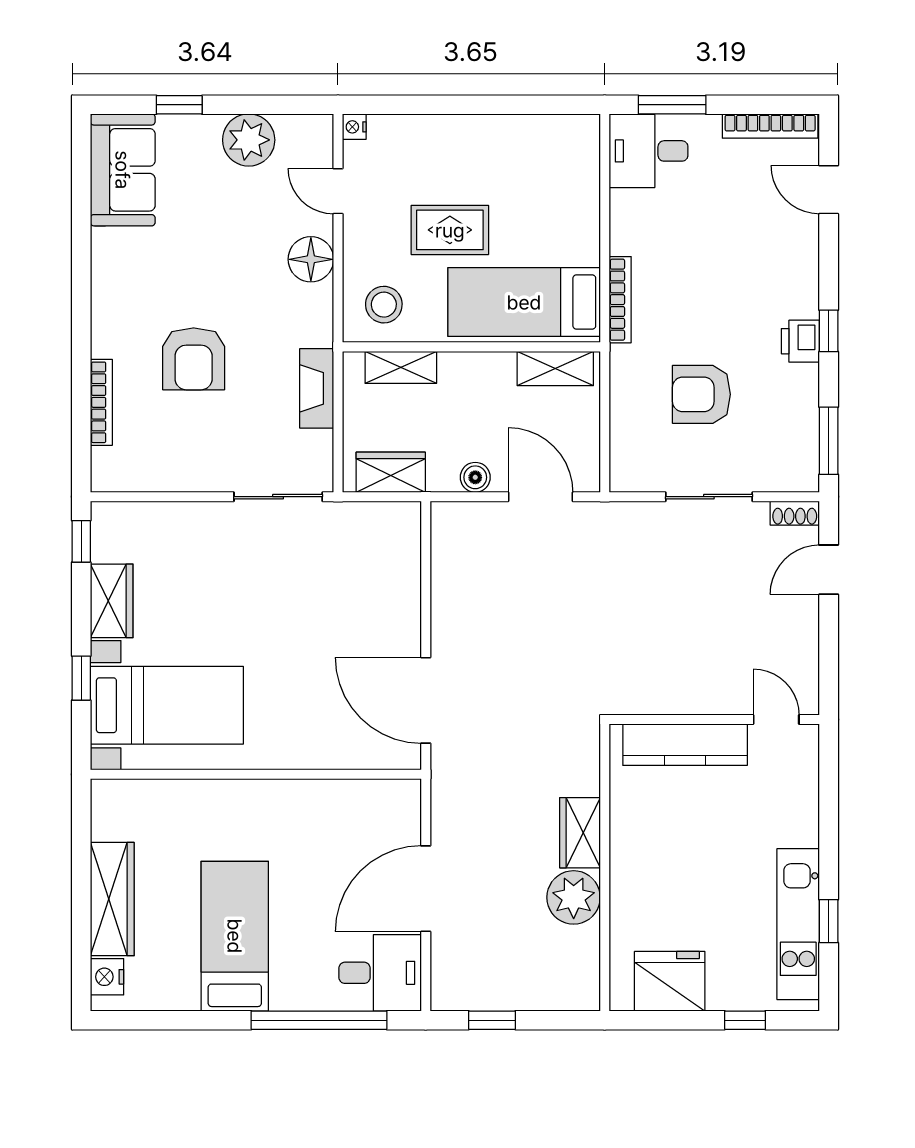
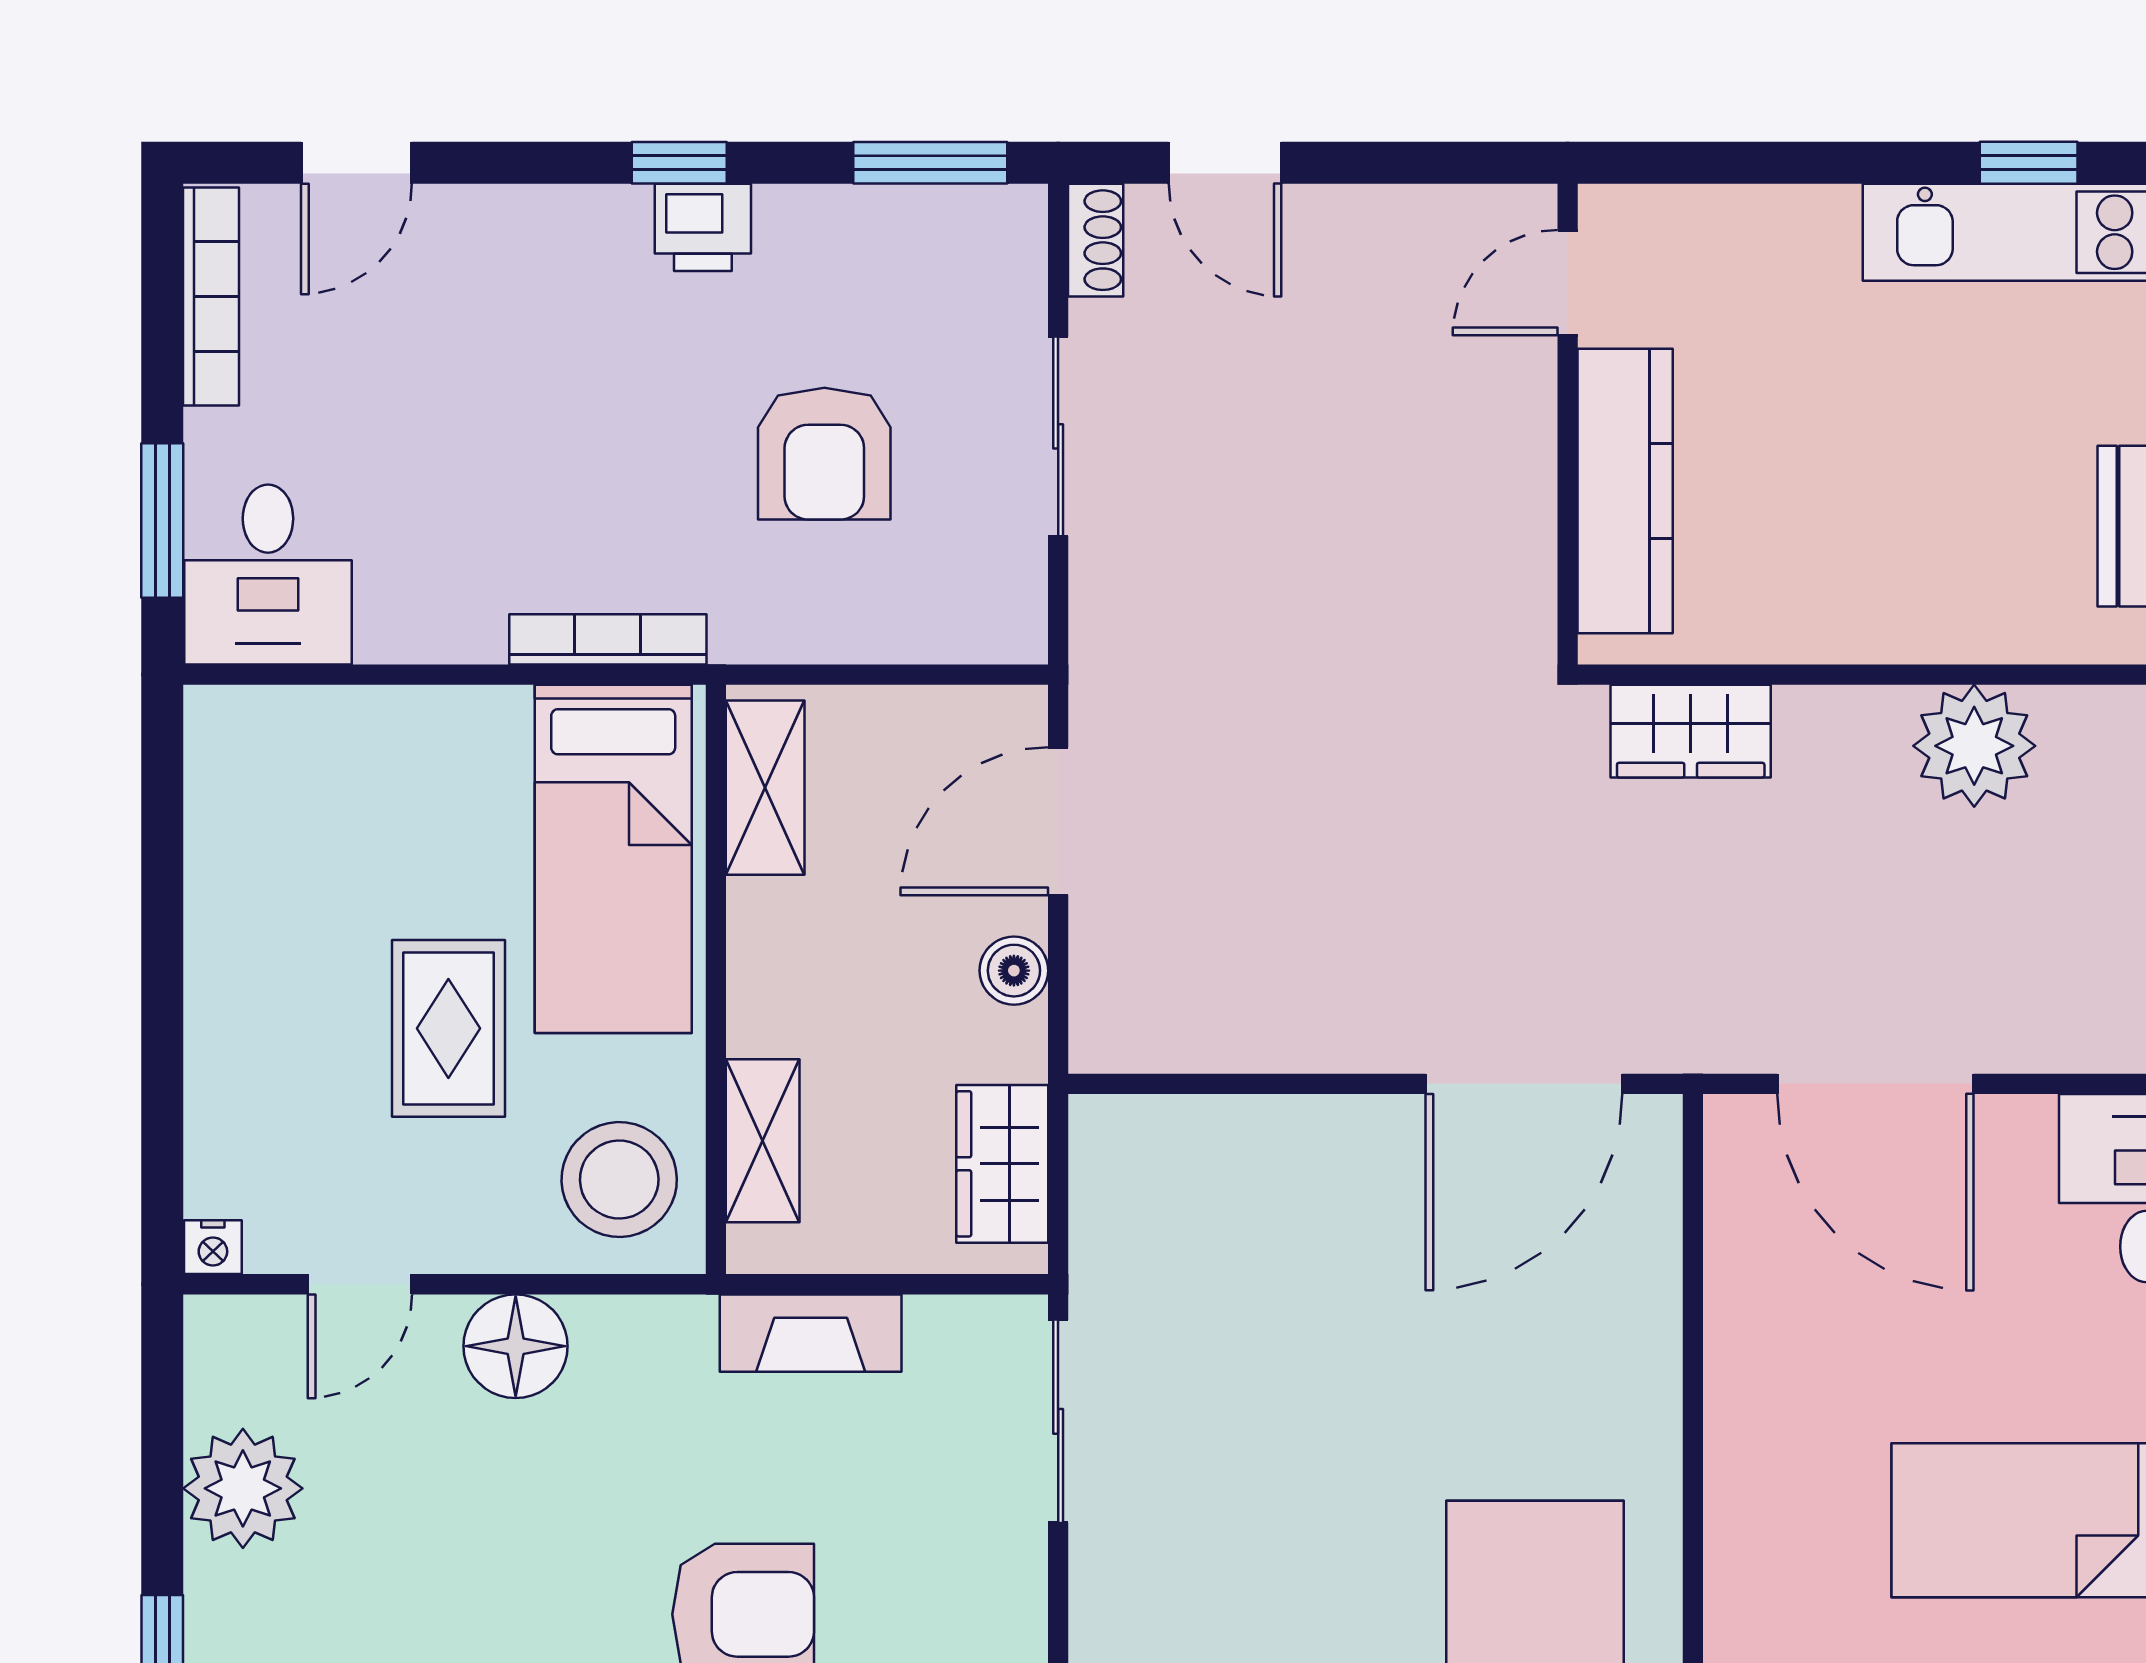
stool: (384, 305) -> (619, 1180), width x1.38, depth x1.38
wardrobe: (580, 833) -> (1691, 731), moved
door: (426, 889) -> (1875, 1084), moved

